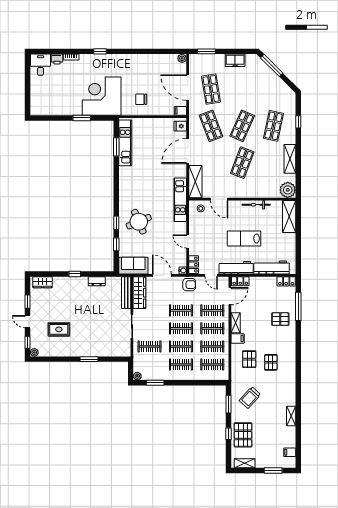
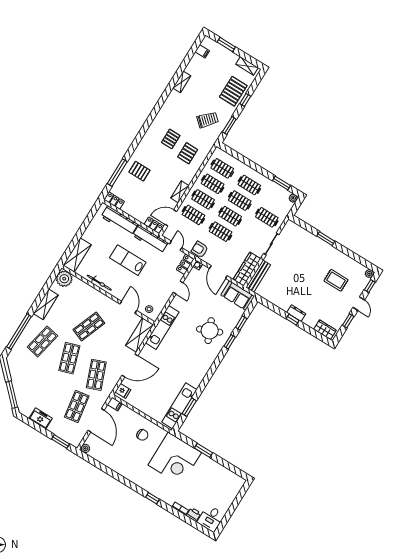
window: (298, 122) -> (19, 332), width x3.17
shop shelf: (242, 126) -> (69, 358), turned -42
lab bench: (244, 239) -> (128, 260), turned 180
dresser: (97, 281) -> (296, 313), moved
filing cabinet: (238, 339) -> (187, 177), removed

